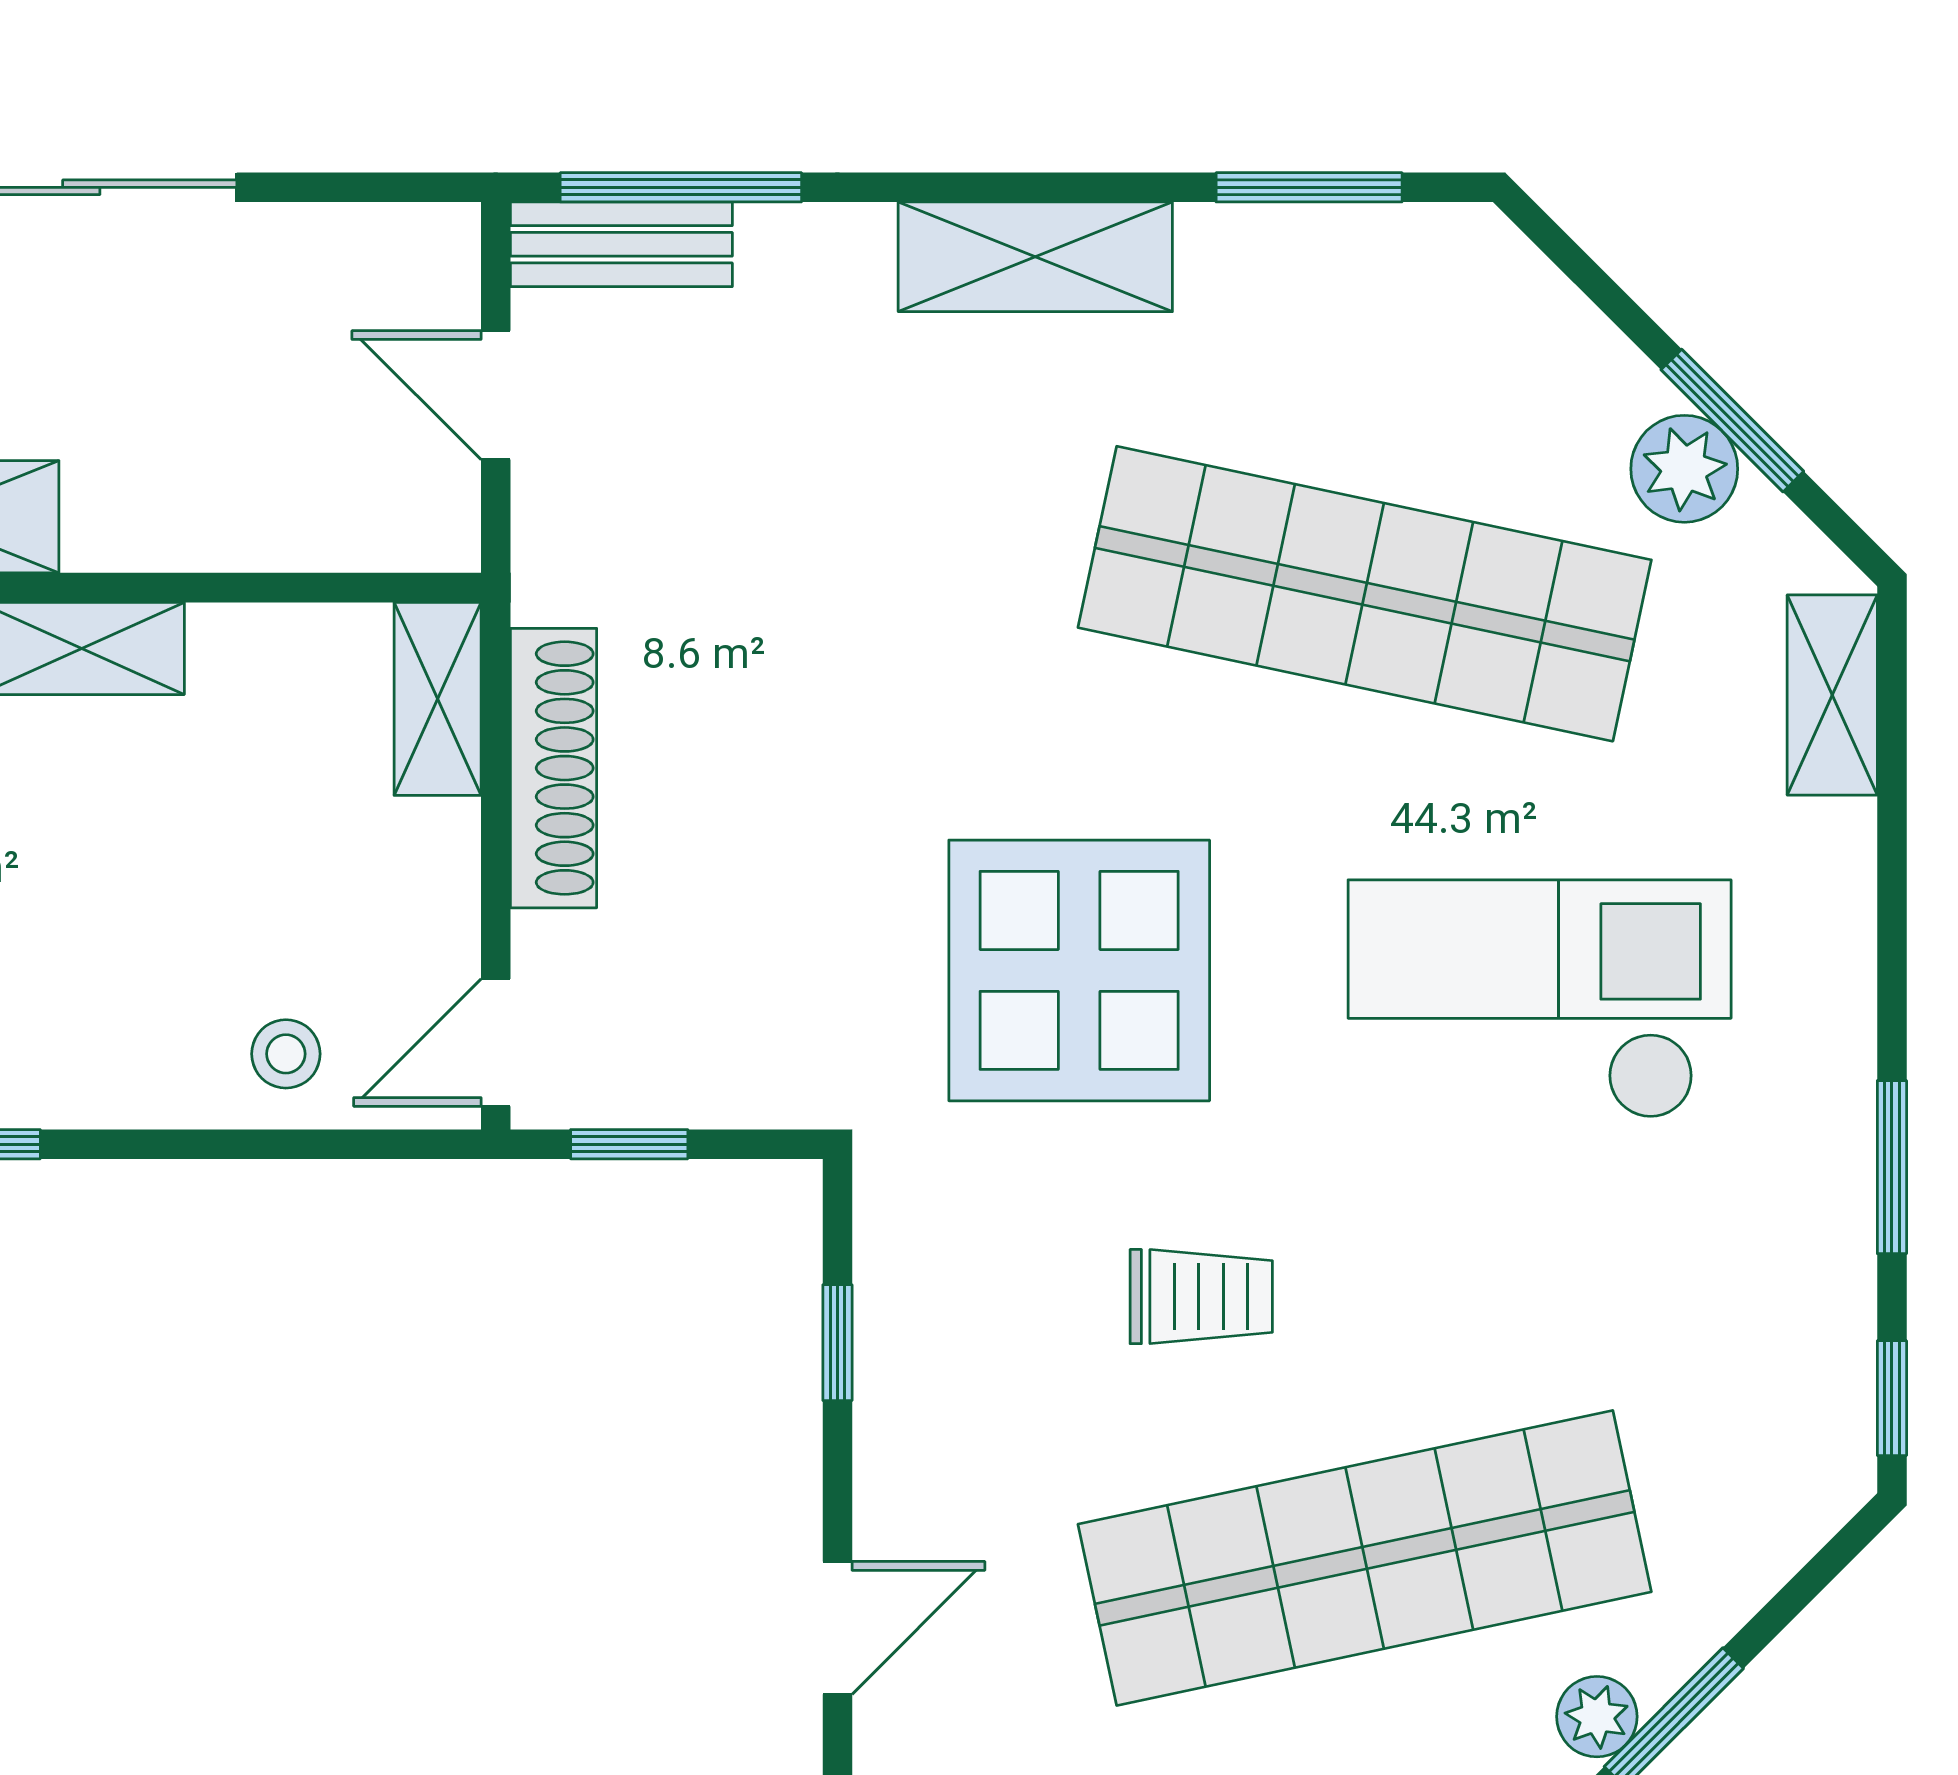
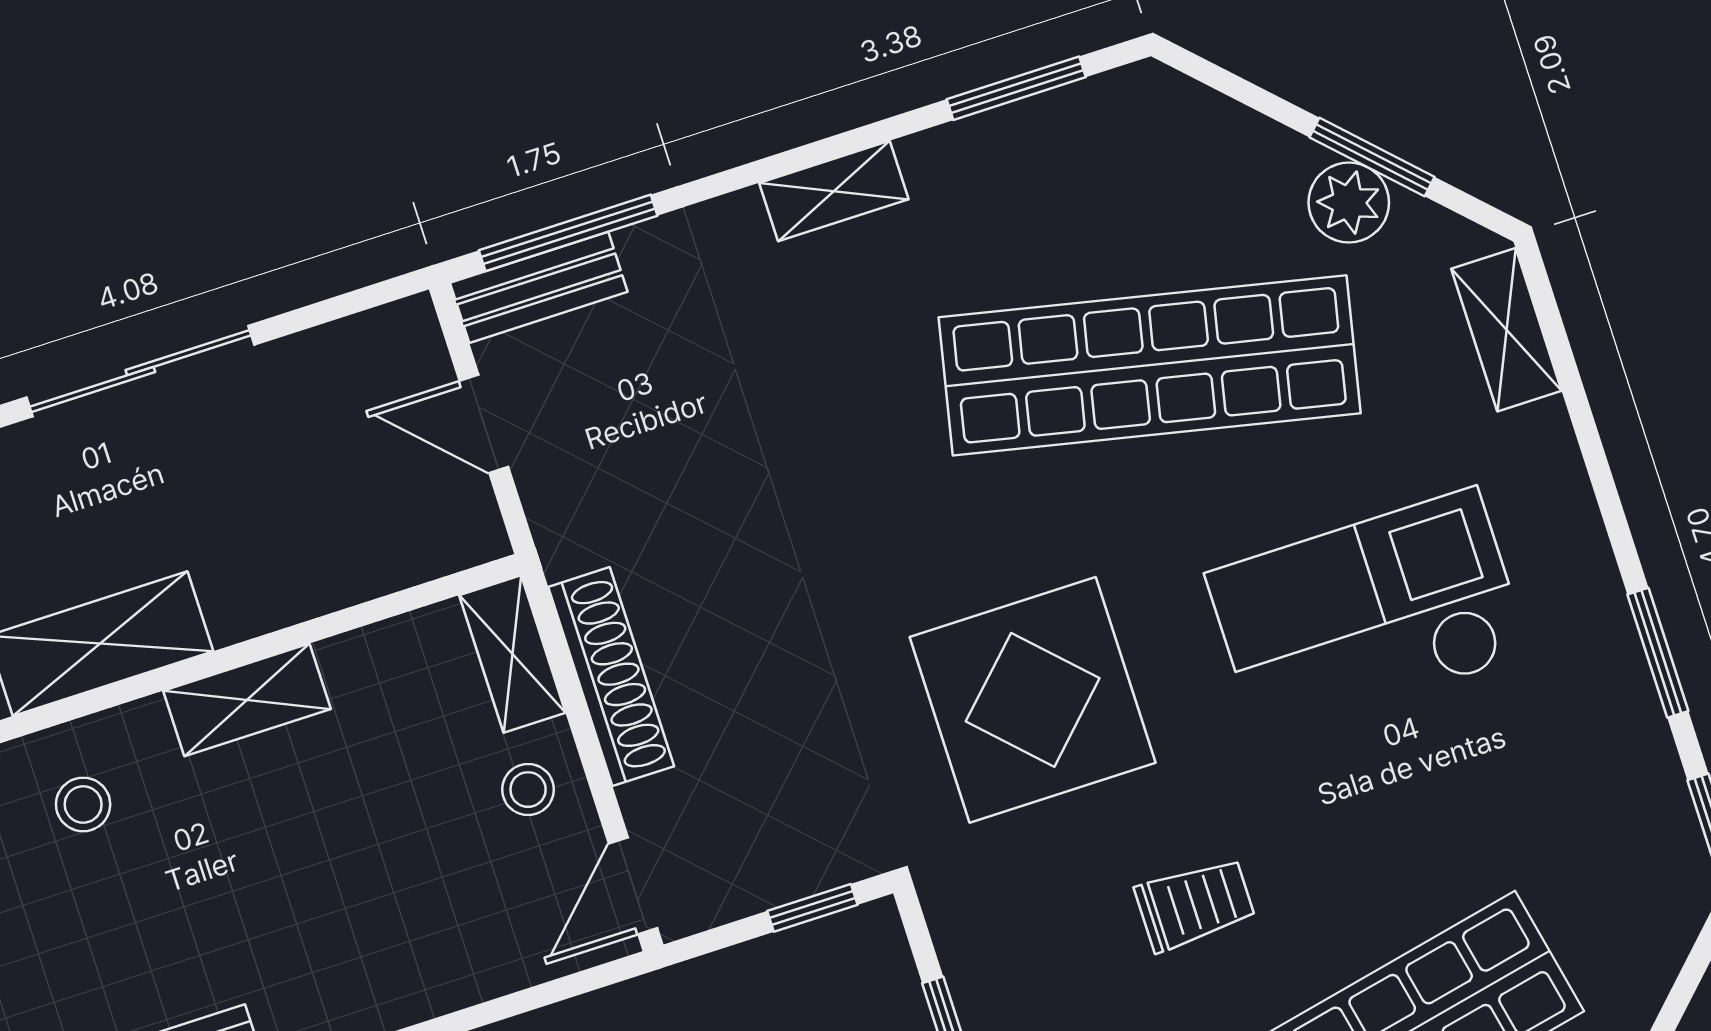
shelving: (1035, 257) -> (834, 191), width x0.67, depth x0.75
stool: (286, 1054) -> (528, 790), moved
window: (629, 1144) -> (812, 908), moved

